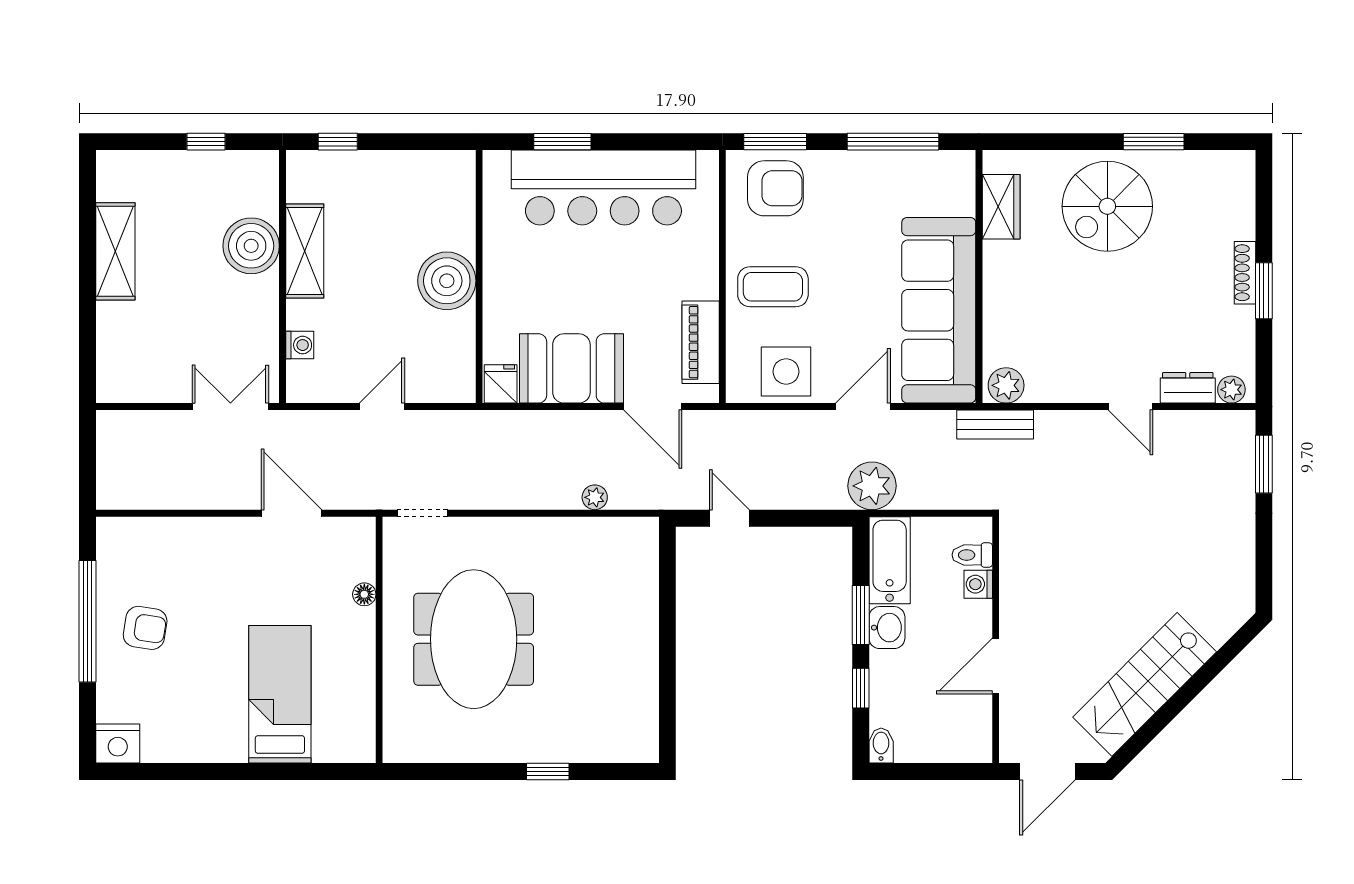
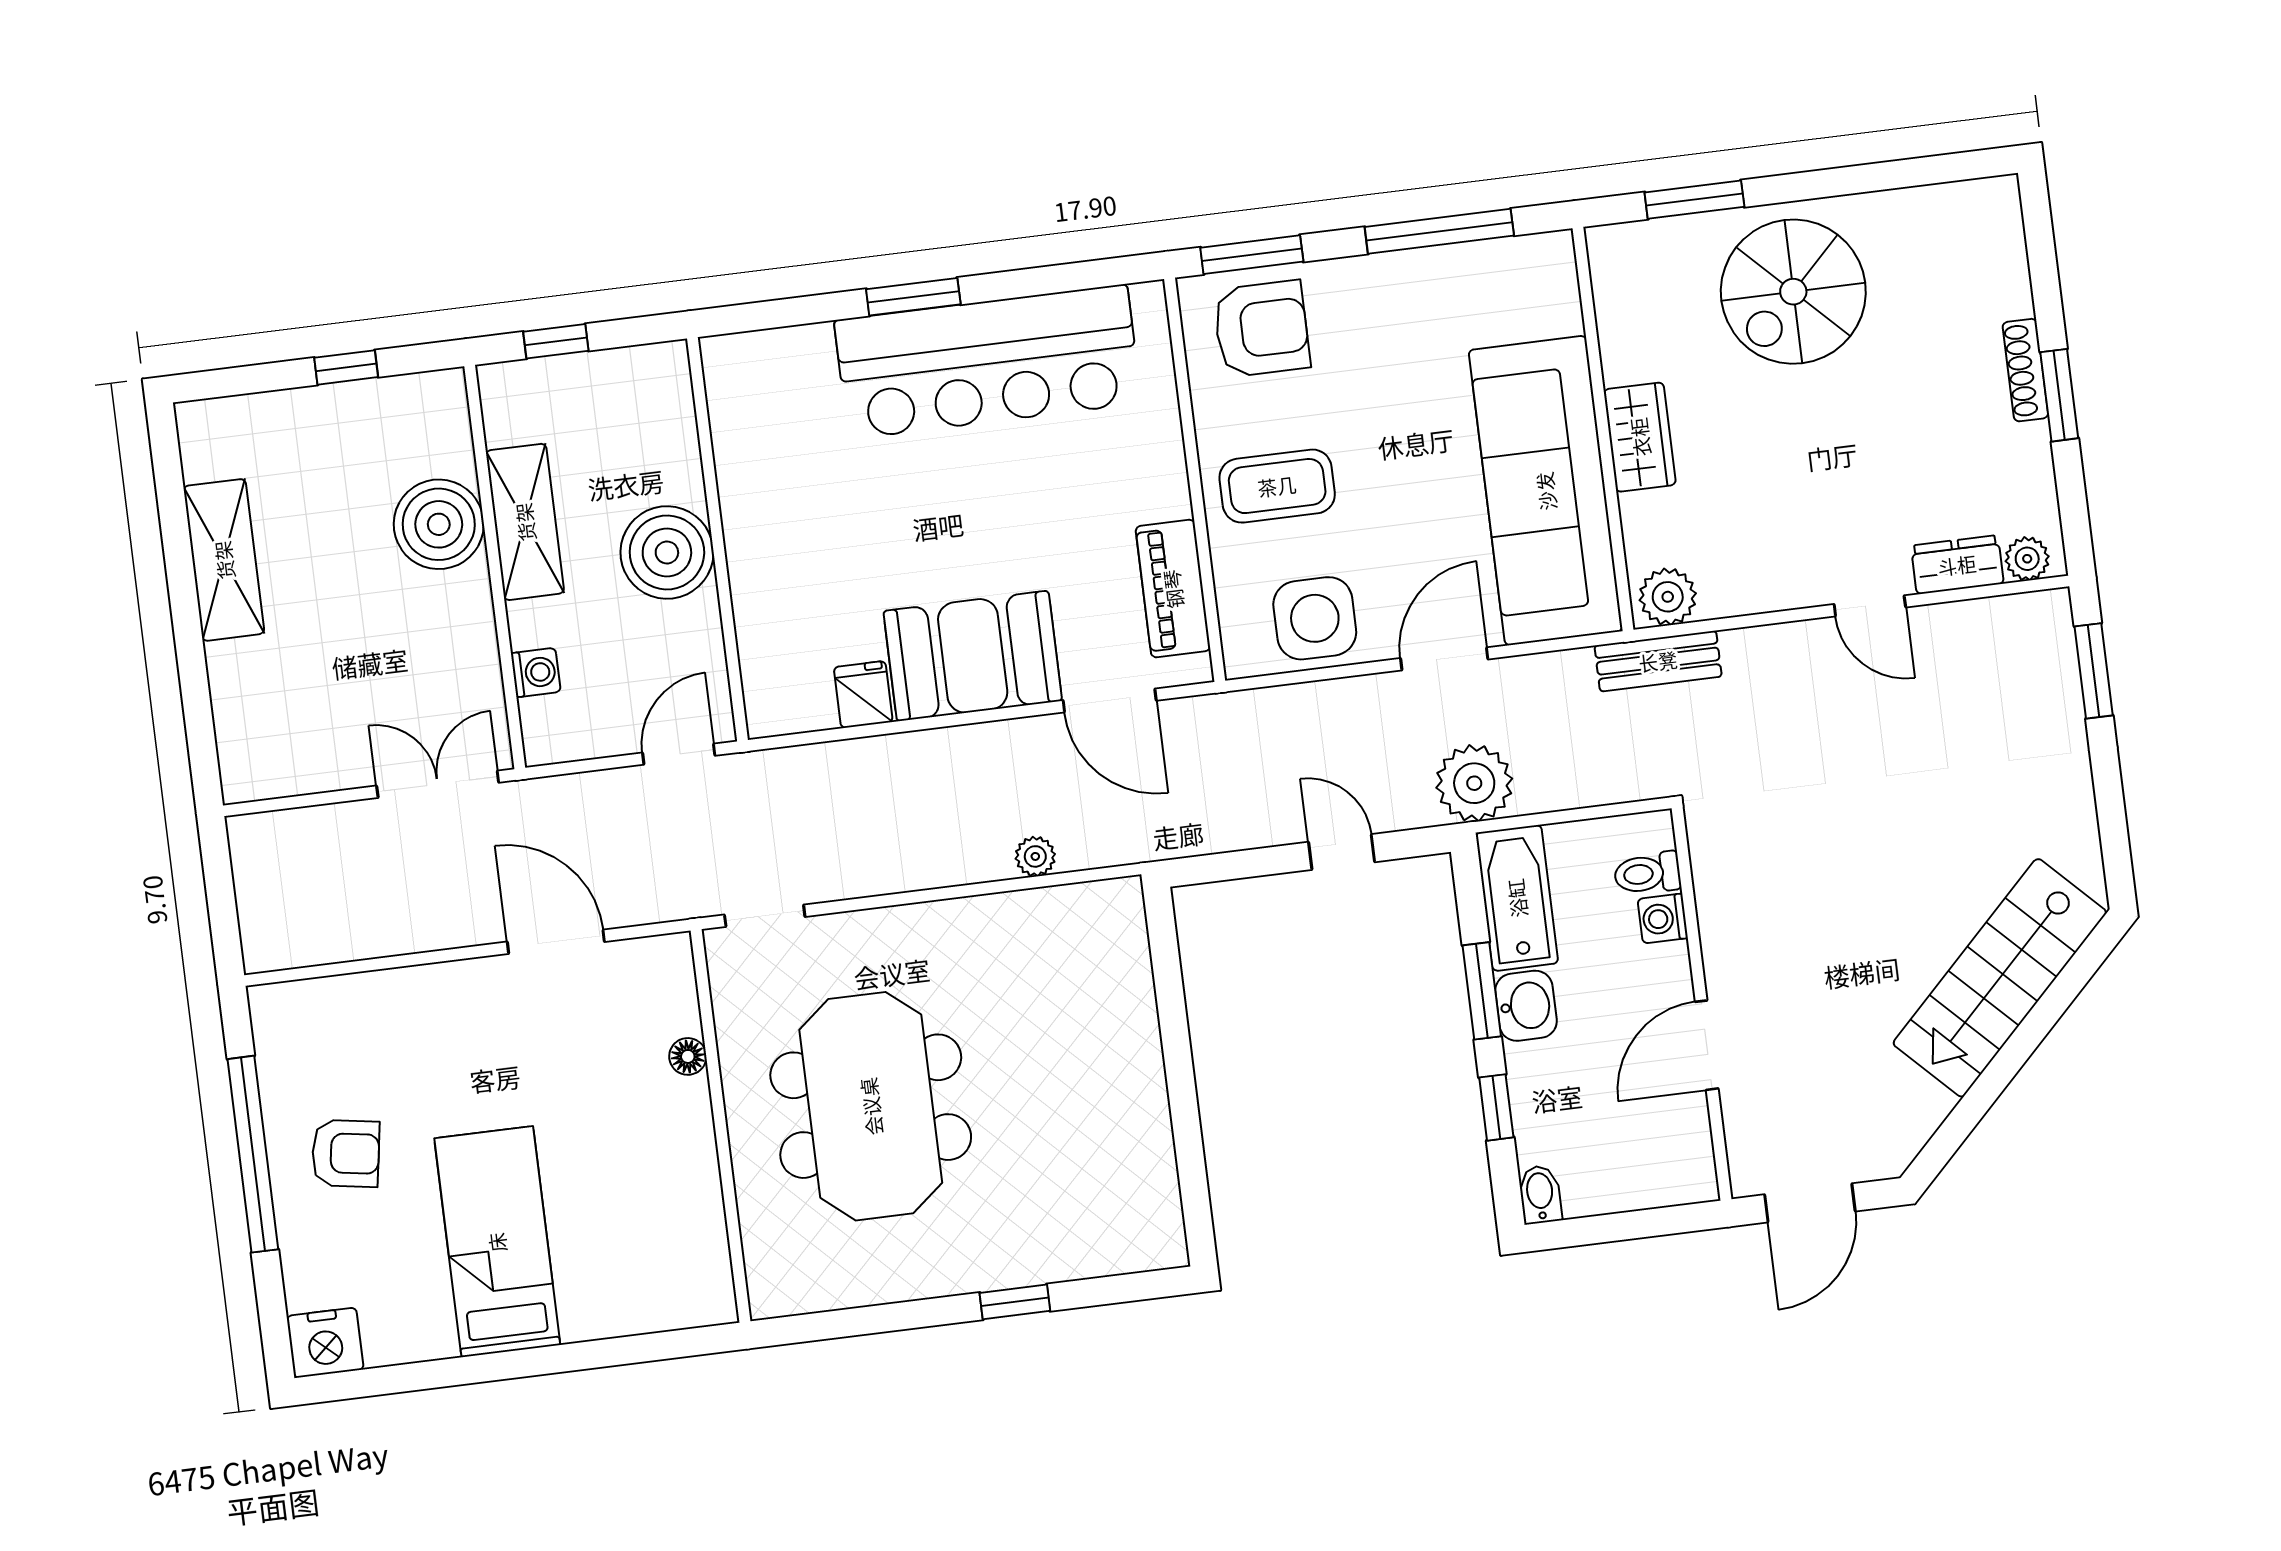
window: (1154, 142) -> (1694, 200), moved
wardrobe: (1001, 207) -> (1640, 437), moved
wall: (479, 277) -> (717, 539), moved
boiler: (447, 281) -> (667, 552), moved
door: (729, 518) -> (1342, 852), moved
stairs: (1145, 684) -> (2000, 978), moved
bed: (280, 694) -> (497, 1242), moved

